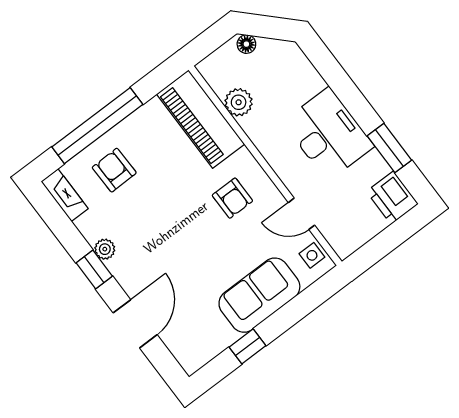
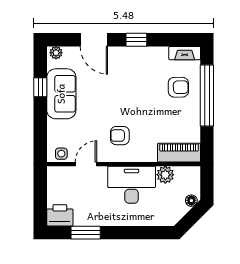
piano: (201, 119) -> (179, 153), width x0.73, depth x0.75
desk: (328, 134) -> (132, 185), moved, turned 180
plant: (105, 249) -> (56, 53), moved
sofa: (259, 295) -> (61, 94), moved

